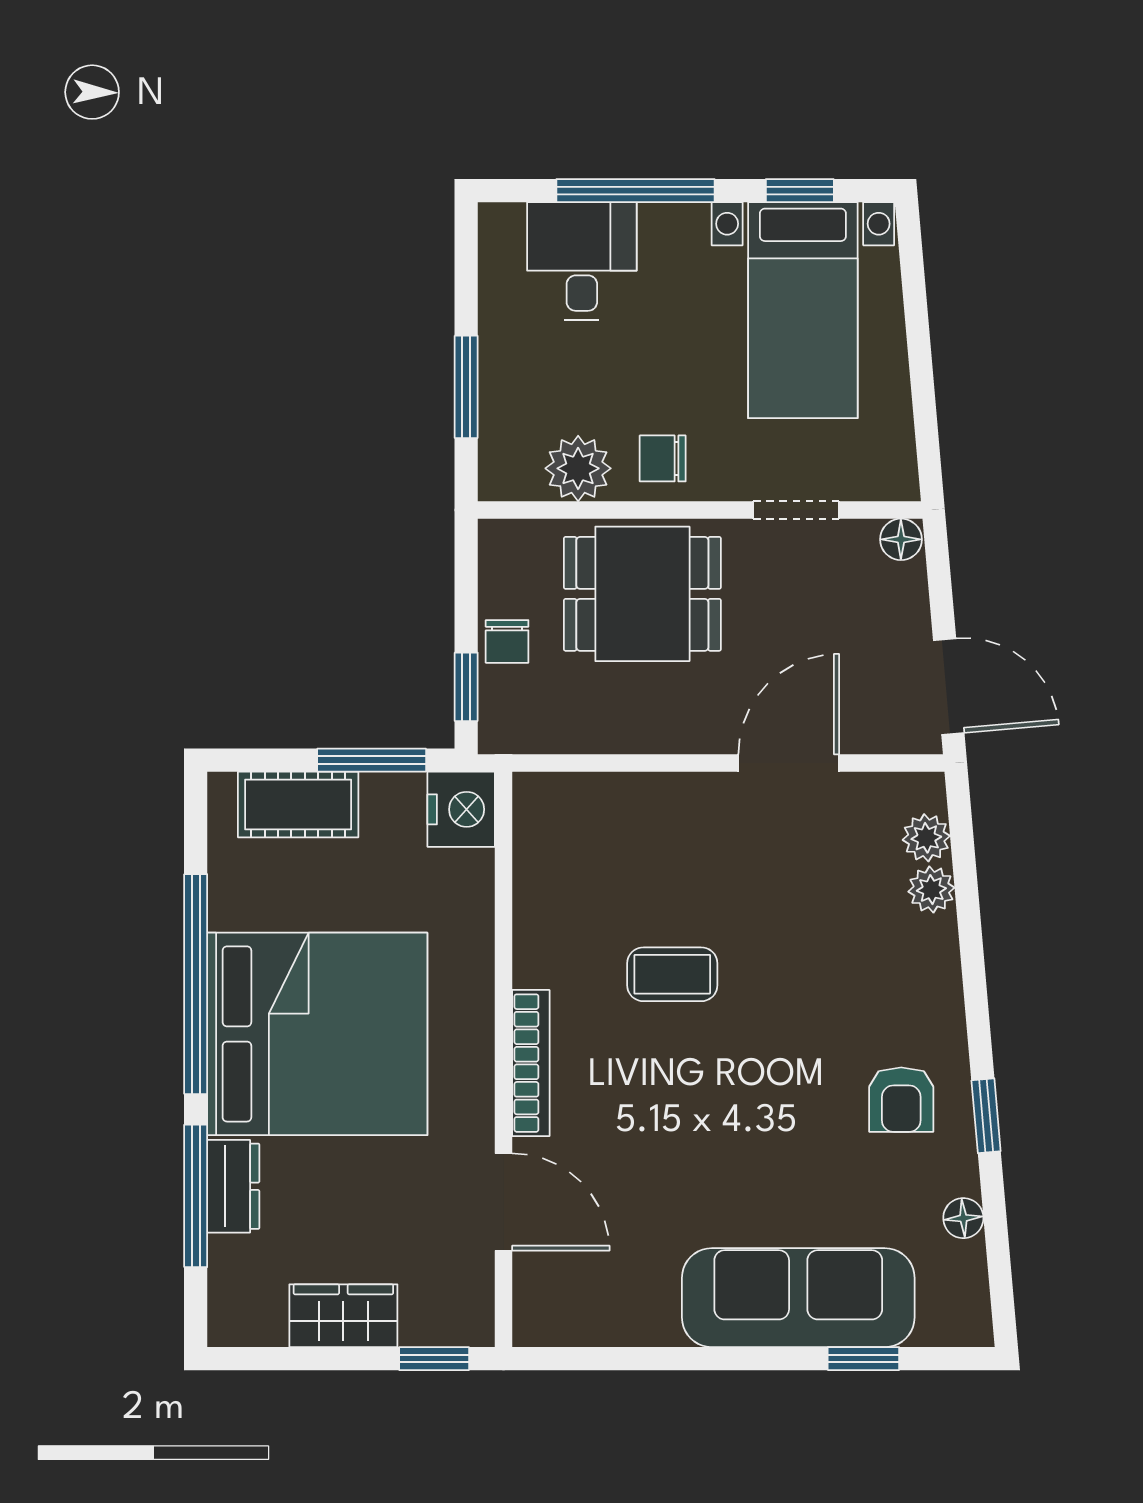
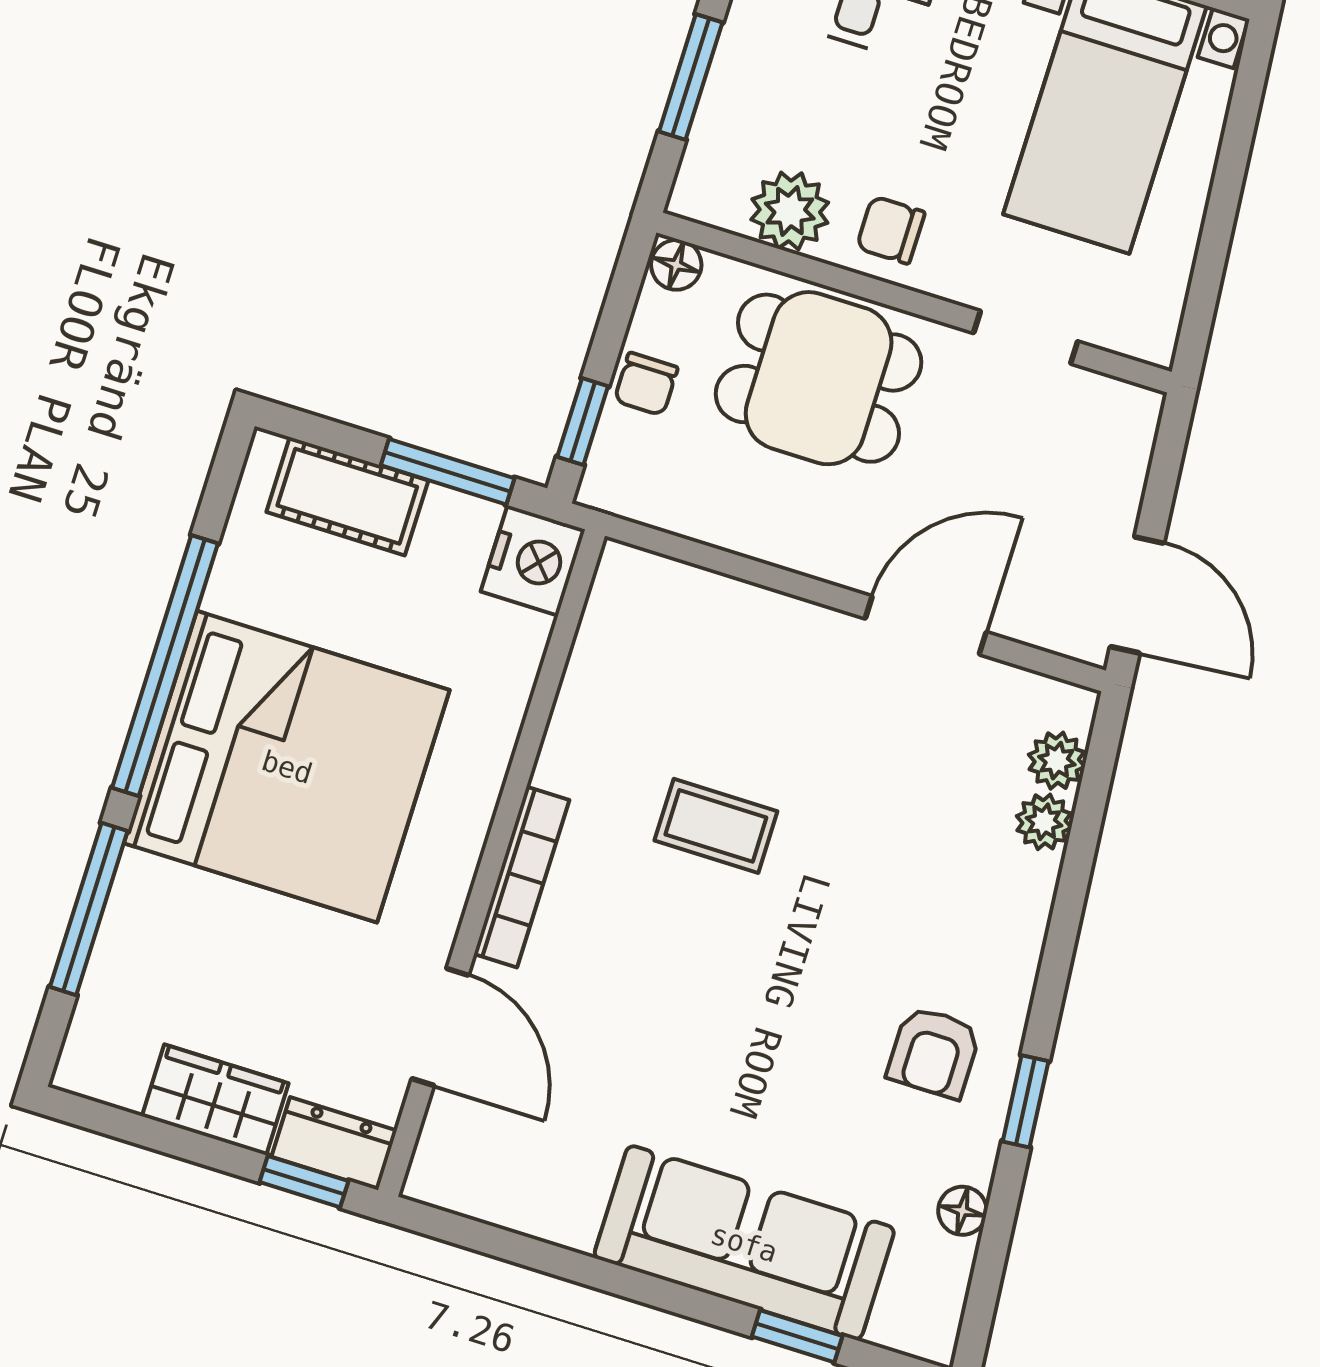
floor lamp: (901, 539) -> (676, 265), moved
dresser: (233, 1186) -> (334, 1144), moved, turned -90

